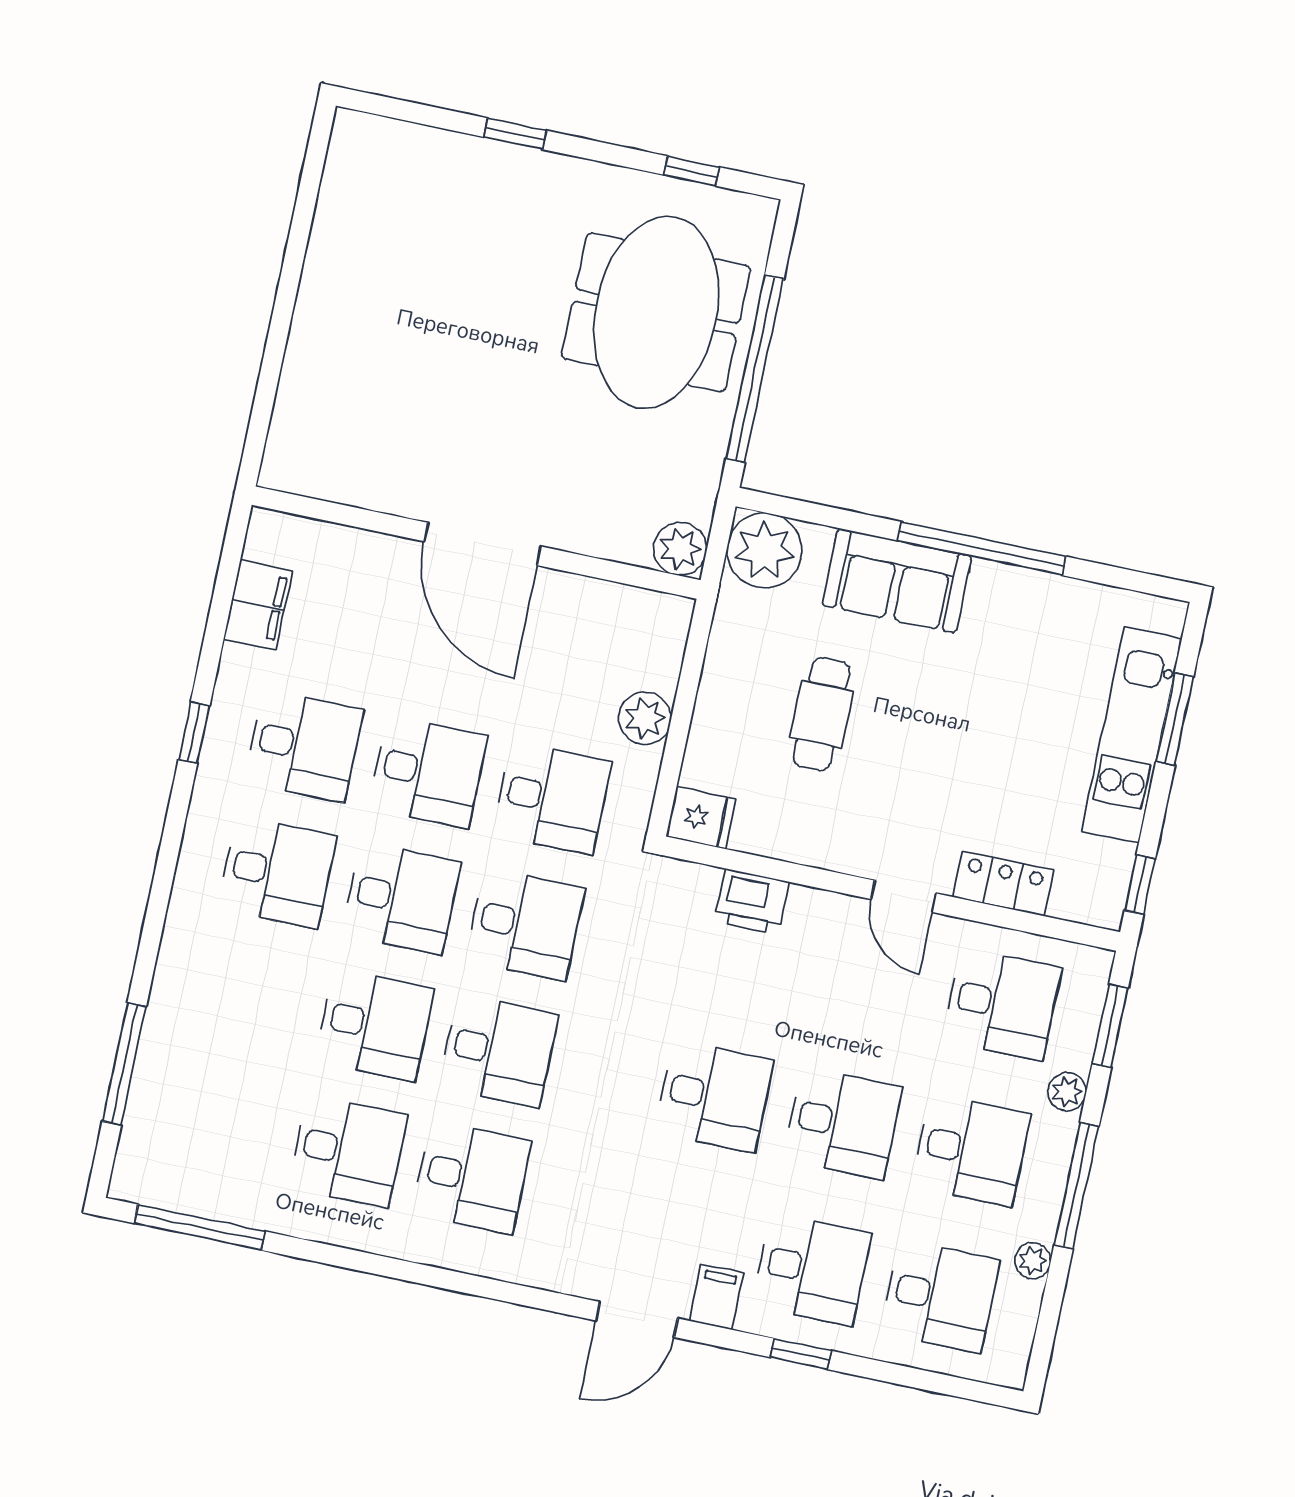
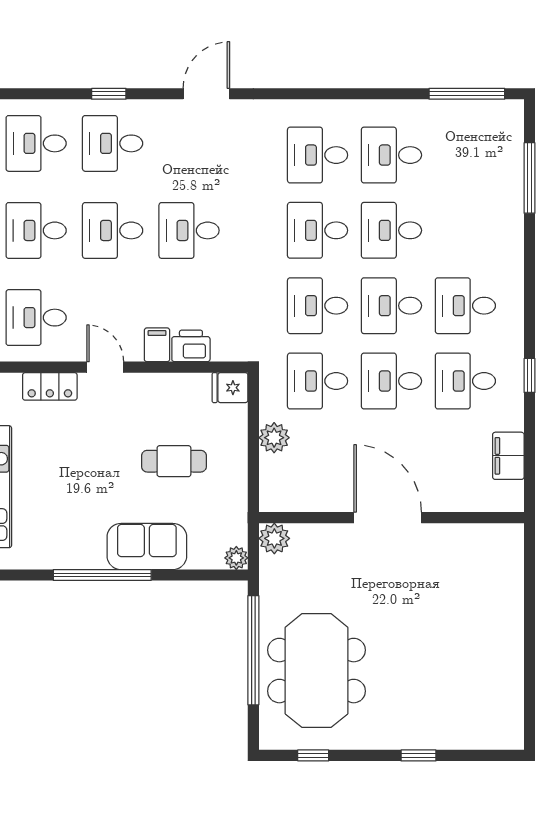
plant: (764, 550) -> (236, 558), width x0.53, depth x0.53
cafe table: (821, 714) -> (174, 461), turned 90
filing cabinet: (716, 1297) -> (157, 345), moved, turned 180

